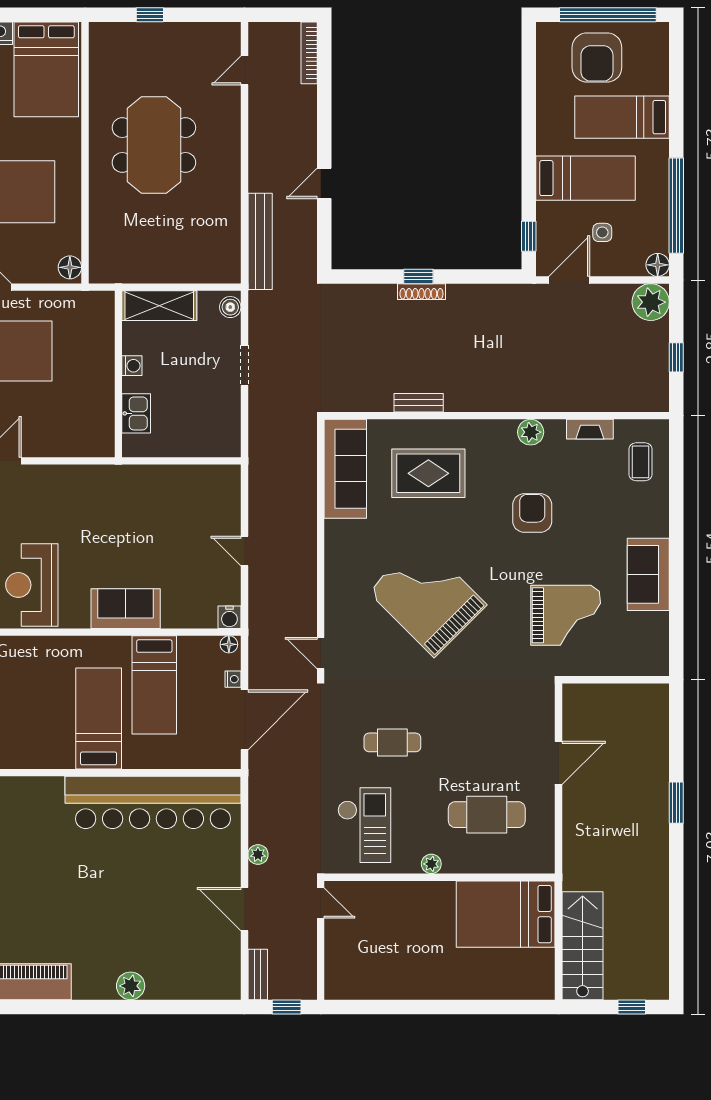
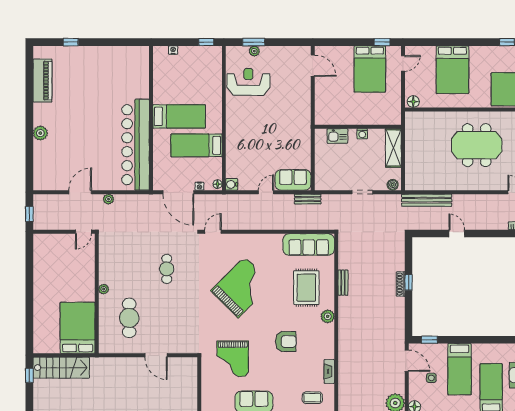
plant: (531, 432) -> (328, 316), moved
sofa: (126, 609) -> (293, 180), moved, turned -90
checkout: (364, 825) -> (124, 254), removed
bench: (258, 974) -> (308, 199), moved
window: (632, 1007) -> (29, 375), moved

